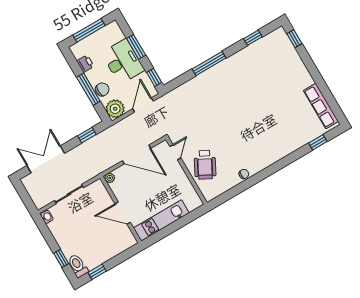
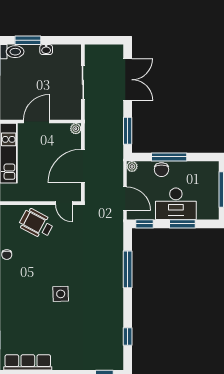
window: (209, 63) -> (128, 269), moved
printer: (85, 64) -> (194, 168), removed
plant: (115, 109) -> (132, 166), width x0.53, depth x0.53
side table: (250, 112) -> (61, 294), added
window: (87, 135) -> (128, 131), width x1.50
washbasin: (47, 217) -> (46, 50), moved
window: (61, 258) -> (28, 40), width x1.50

